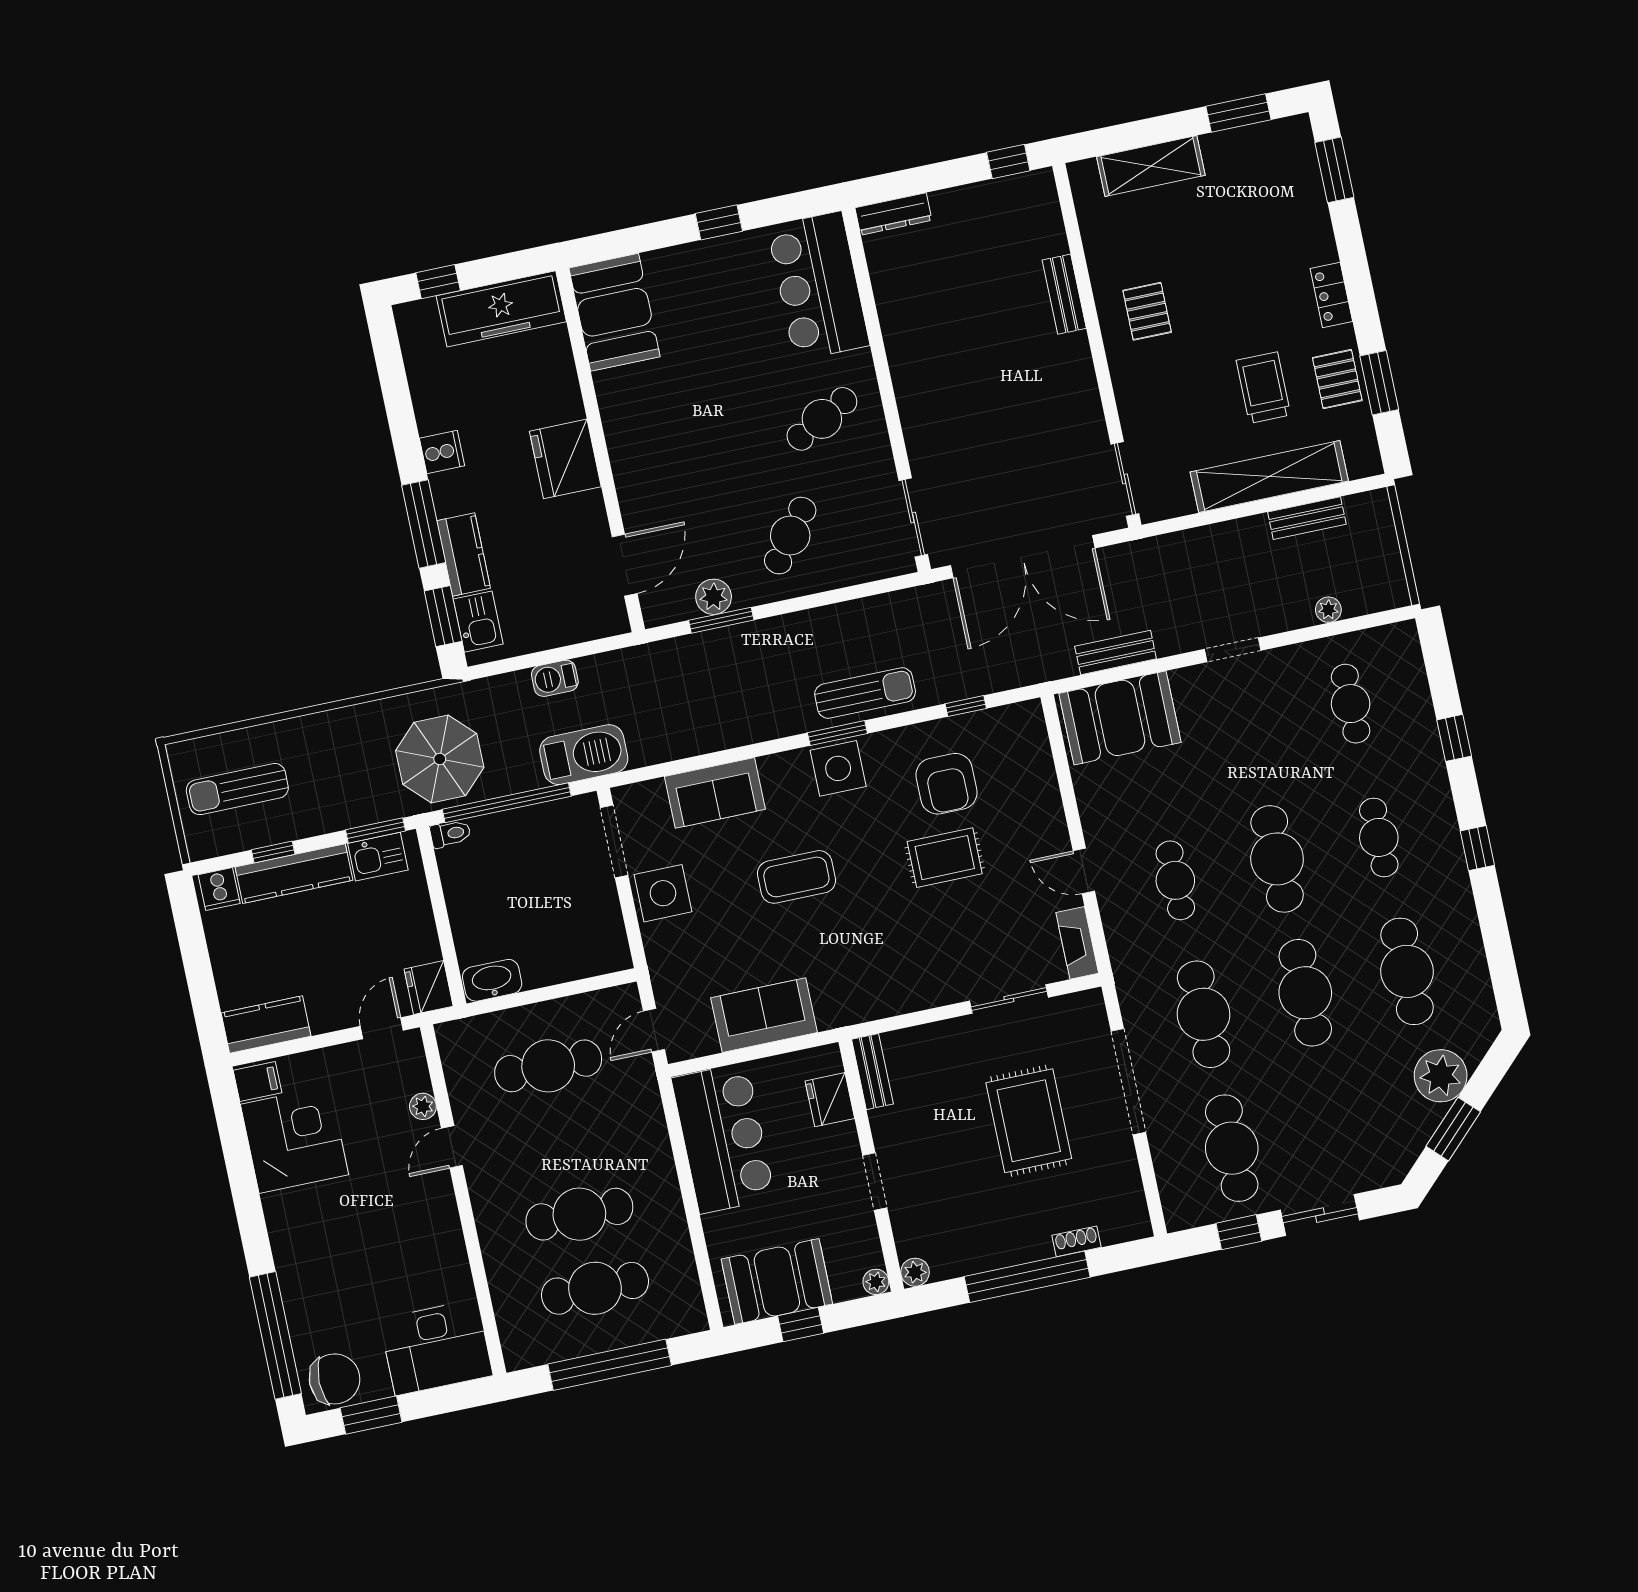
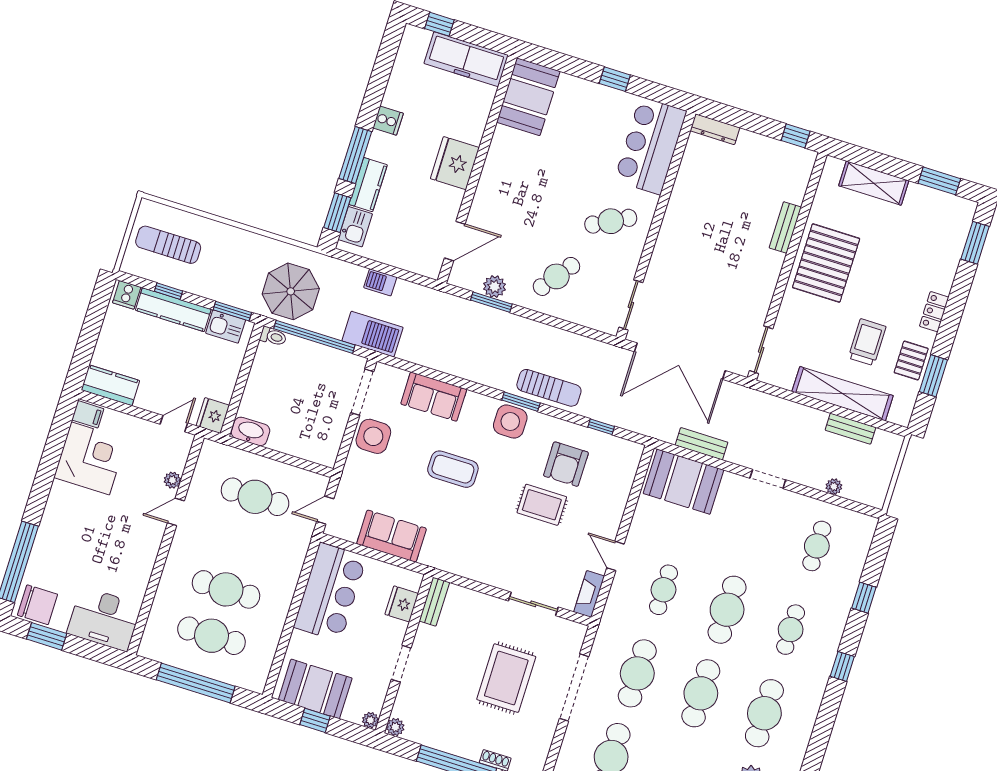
pallet: (1147, 311) -> (826, 263), width x2.05, depth x2.00

